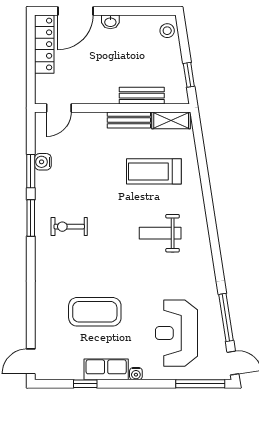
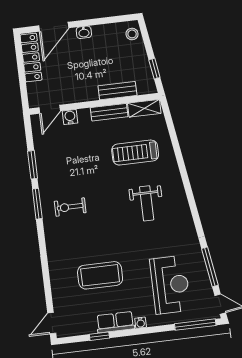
water cooler: (43, 162) -> (70, 117), moved, turned 90
weight bench: (160, 233) -> (147, 203), turned -90
reception desk: (176, 333) -> (170, 285), turned 180

